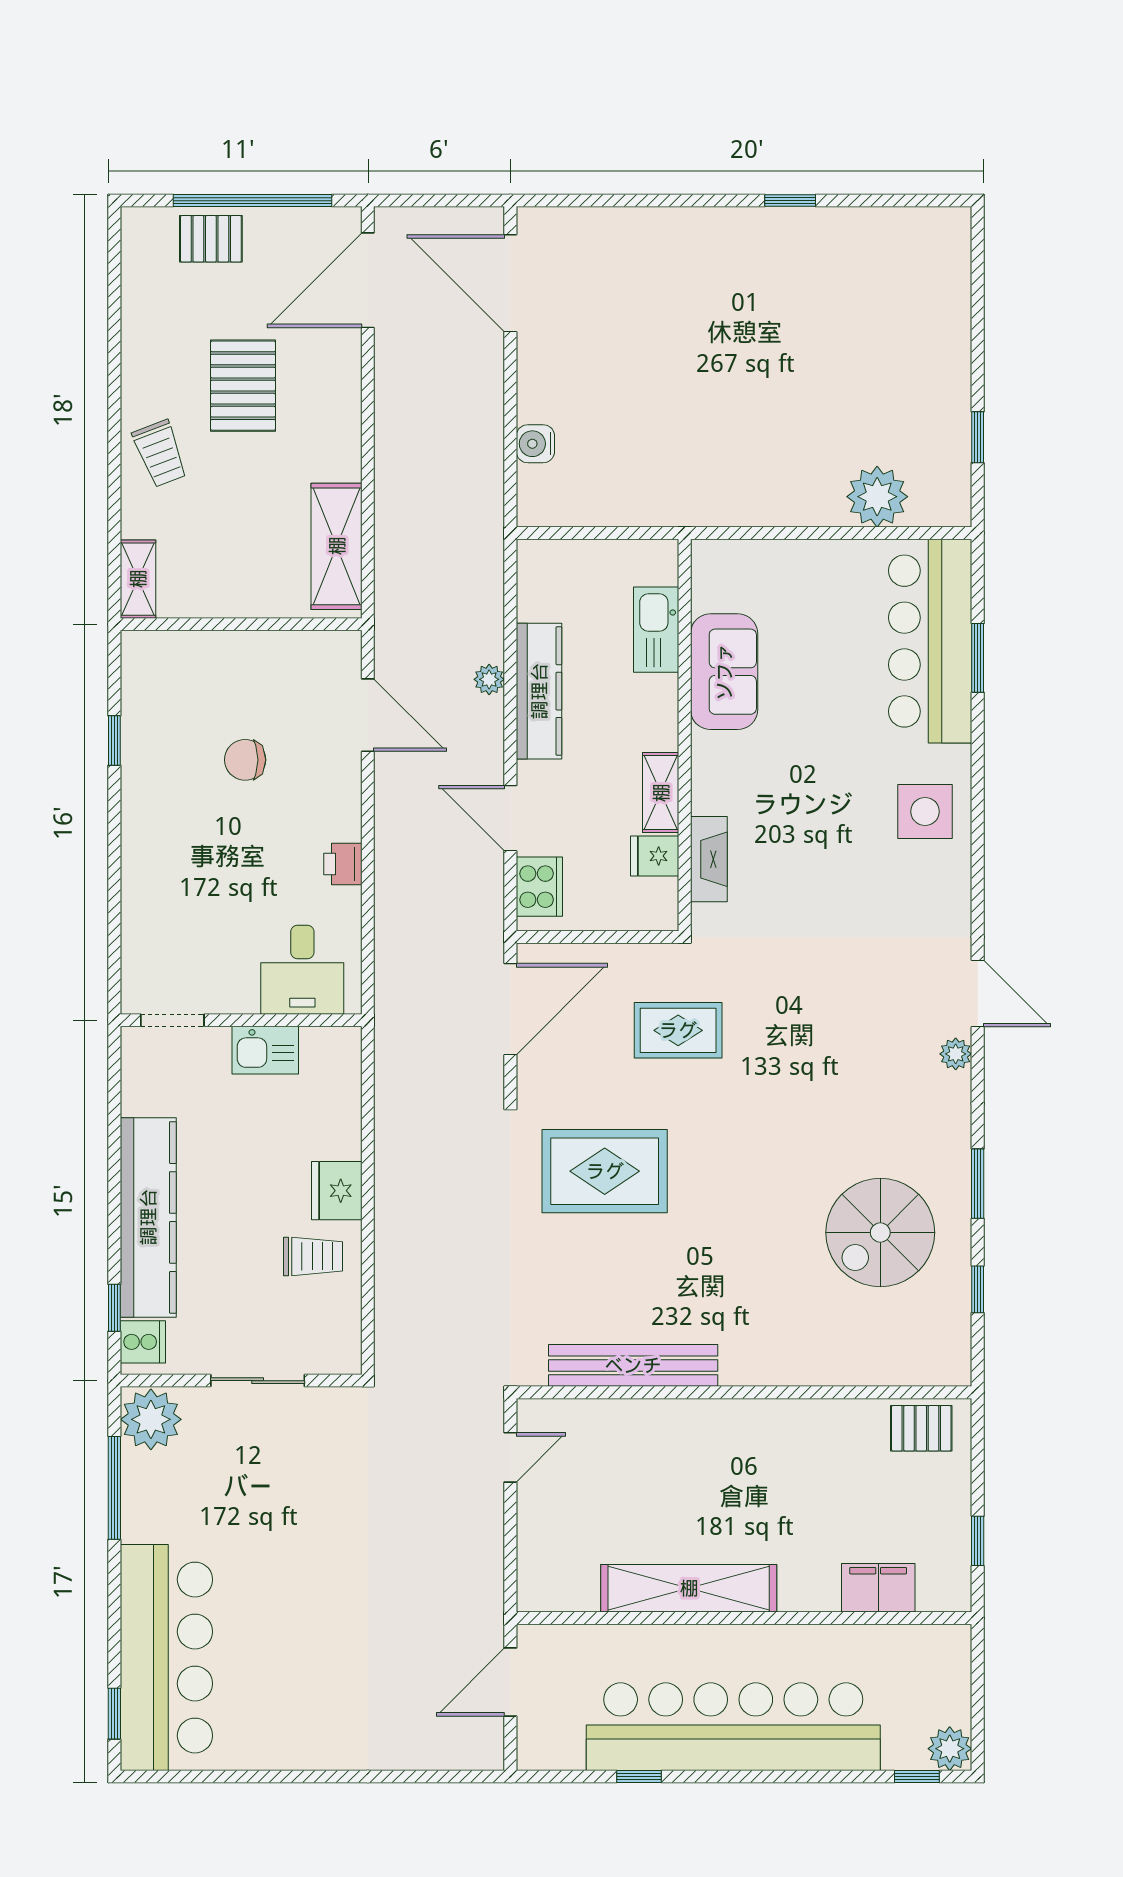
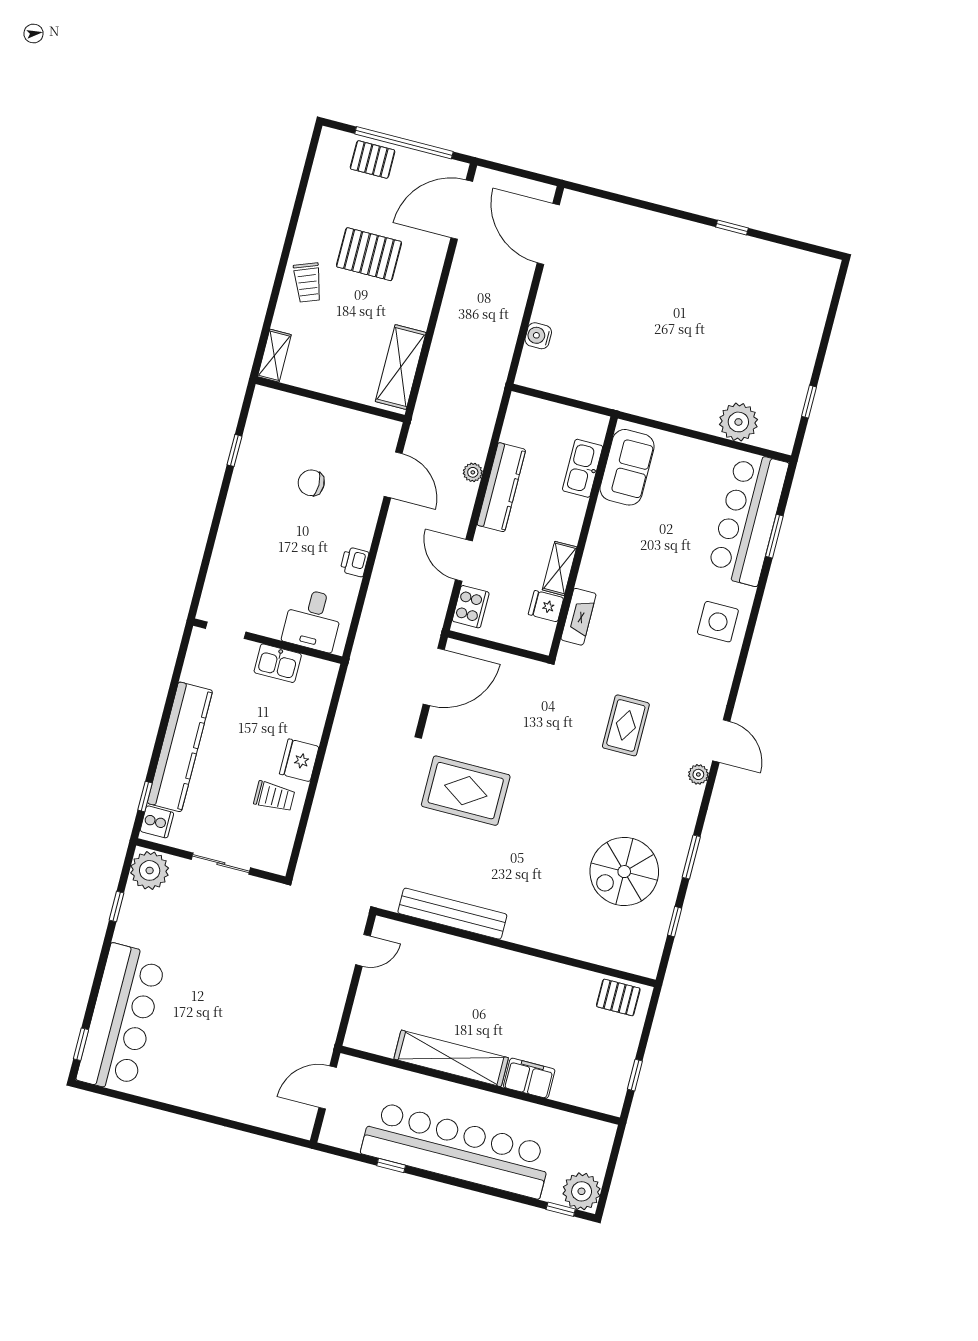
pallet: (243, 386) -> (369, 254), turned 90
sofa: (724, 672) -> (627, 467), moved
rug: (678, 1030) -> (626, 725), moved, turned 90
window: (114, 1488) -> (117, 906), width x0.46
filing cabinet: (878, 1588) -> (529, 1078), moved
plant: (950, 1749) -> (582, 1191), width x1.36, depth x1.36

